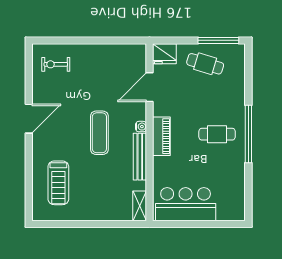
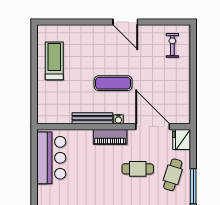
door: (150, 87) -> (153, 127), width x1.36
cafe table: (217, 134) -> (138, 169), moved, turned 90
treadmill: (58, 183) -> (54, 61), moved, turned 90
shelving: (140, 206) -> (50, 118), removed

